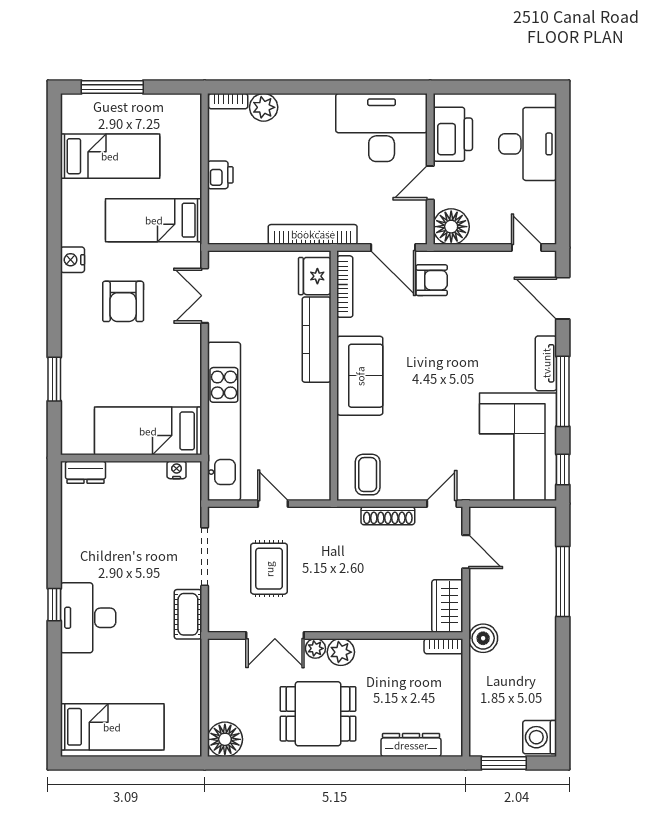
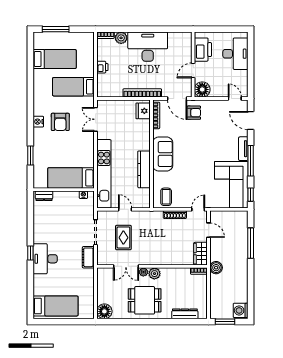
desk: (382, 128) -> (148, 47), moved
nightstand: (72, 260) -> (38, 122), moved
kitchen counter: (317, 340) -> (144, 169), moved

